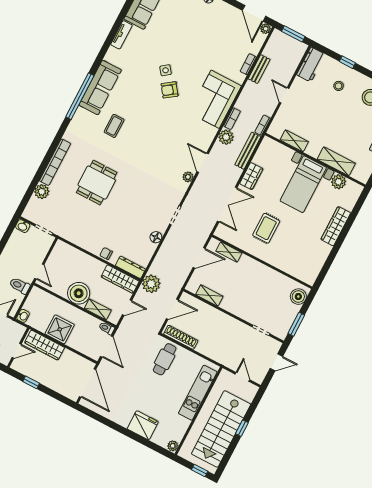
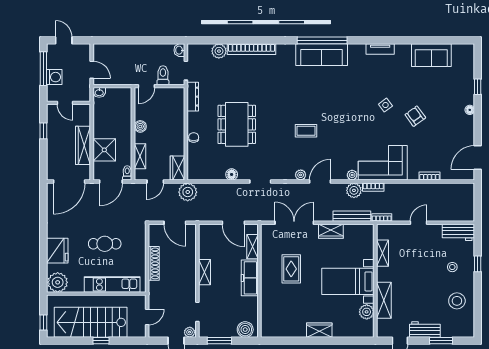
plant: (266, 29) -> (352, 175), moved
window: (293, 34) -> (478, 202), removed
tv unit: (121, 35) -> (380, 49), moved
bench: (259, 69) -> (430, 188), removed
sofa: (100, 88) -> (322, 55), moved
armchair: (170, 90) -> (415, 116), moved
coffee table: (114, 126) -> (306, 131), moved
dining table: (97, 183) -> (237, 124), moved, width x1.38
double door: (227, 204) -> (294, 223), swing flipped
wardrobe: (336, 226) -> (319, 330), width x0.67
rug: (266, 228) -> (291, 269), turned 90
dresser: (130, 267) -> (193, 97), moved
freezer: (255, 269) -> (250, 278), added
wardrobe: (120, 279) -> (178, 168), width x0.67
toilet: (20, 286) -> (163, 75), moved
boiler: (79, 293) -> (140, 126), width x0.54, depth x0.54
shelving: (209, 295) -> (205, 272), moved
door: (127, 308) -> (155, 182), hinge flipped
shower: (60, 329) -> (104, 150), moved
shoe rack: (181, 337) -> (154, 263), moved
wardrobe: (45, 345) -> (83, 145), moved
plant: (275, 347) -> (190, 332), added
cafe table: (165, 359) -> (105, 244), moved
plant: (173, 446) -> (58, 282), width x1.87, depth x1.87

